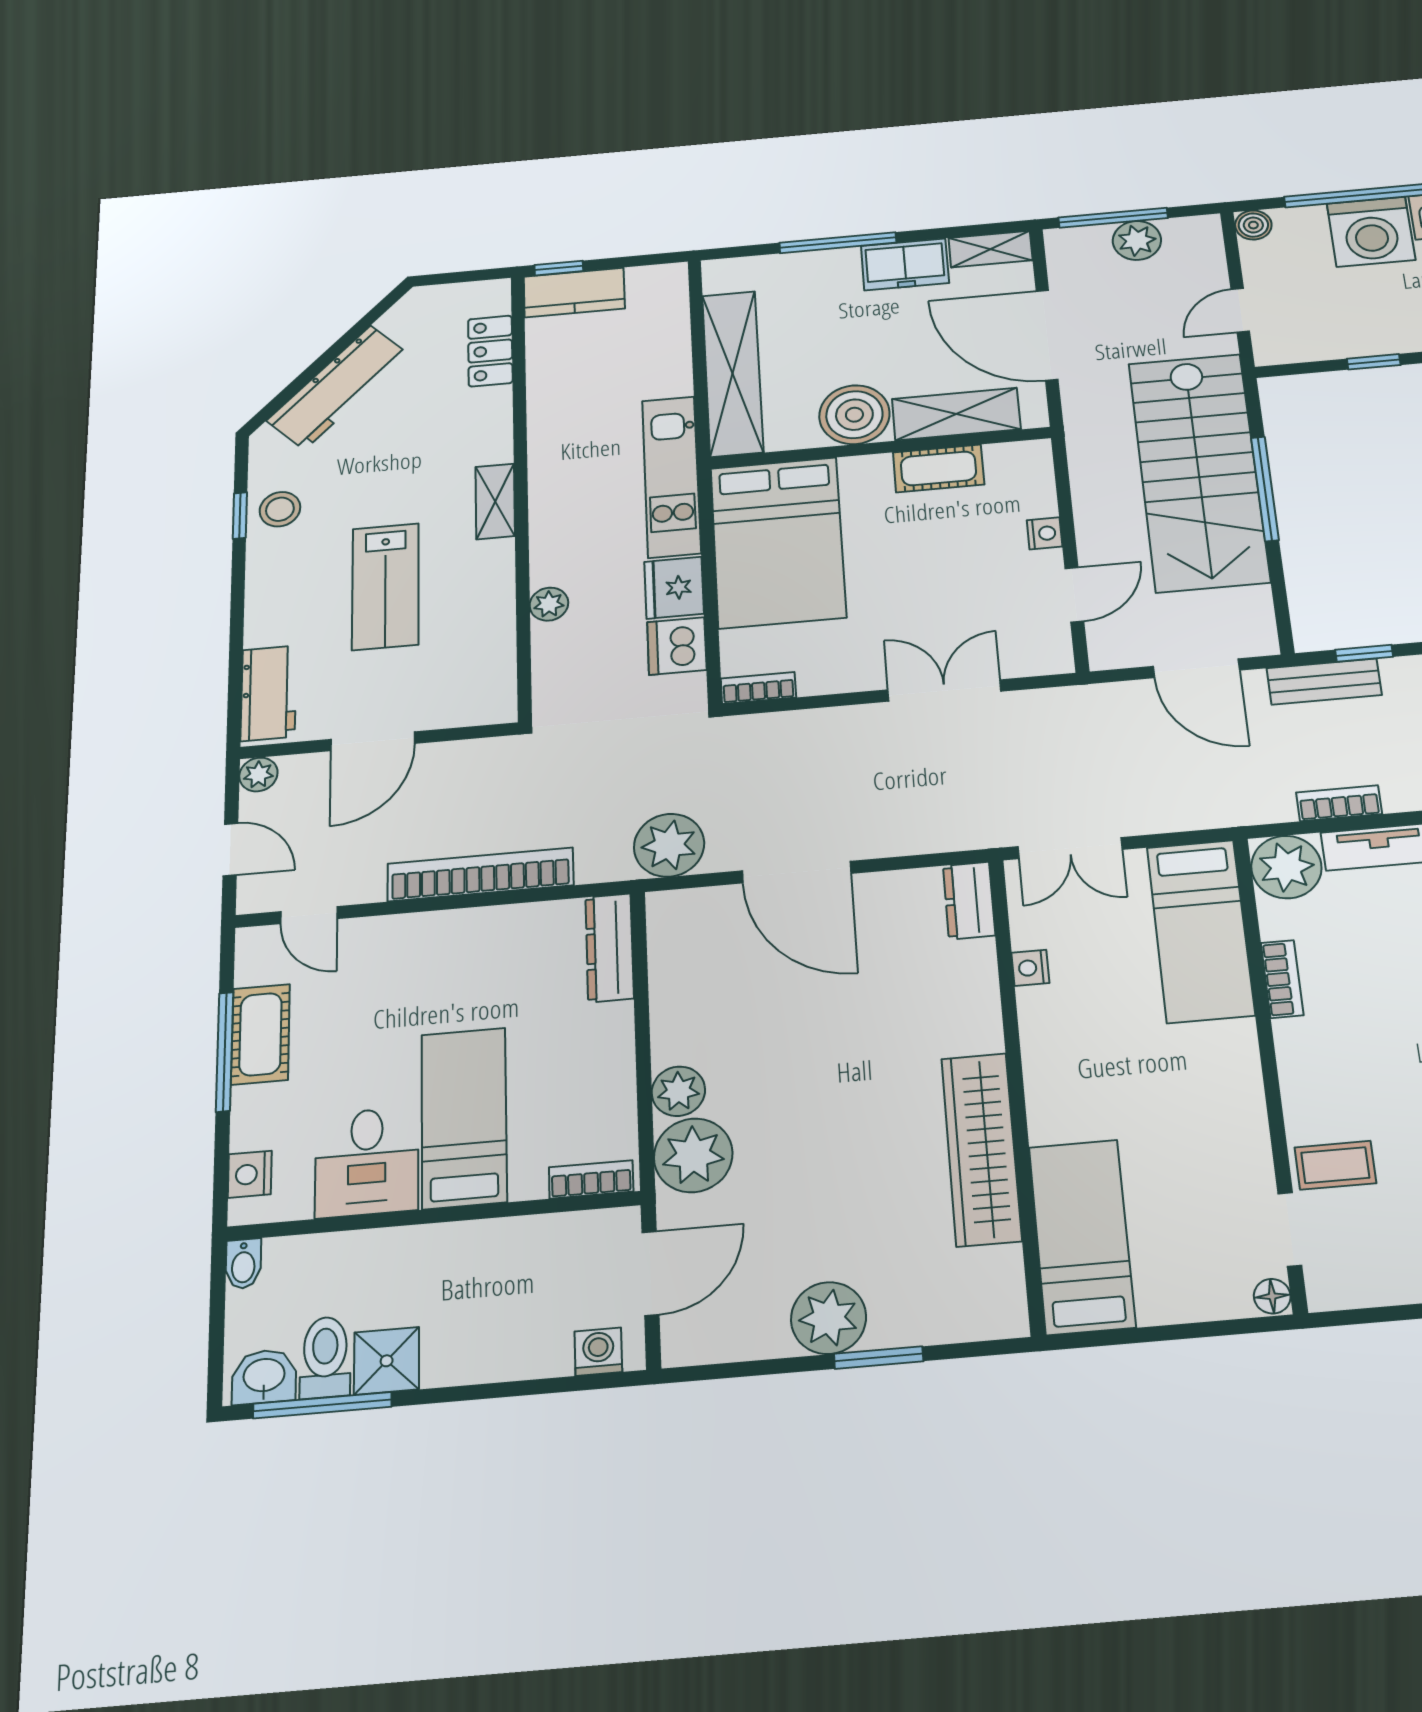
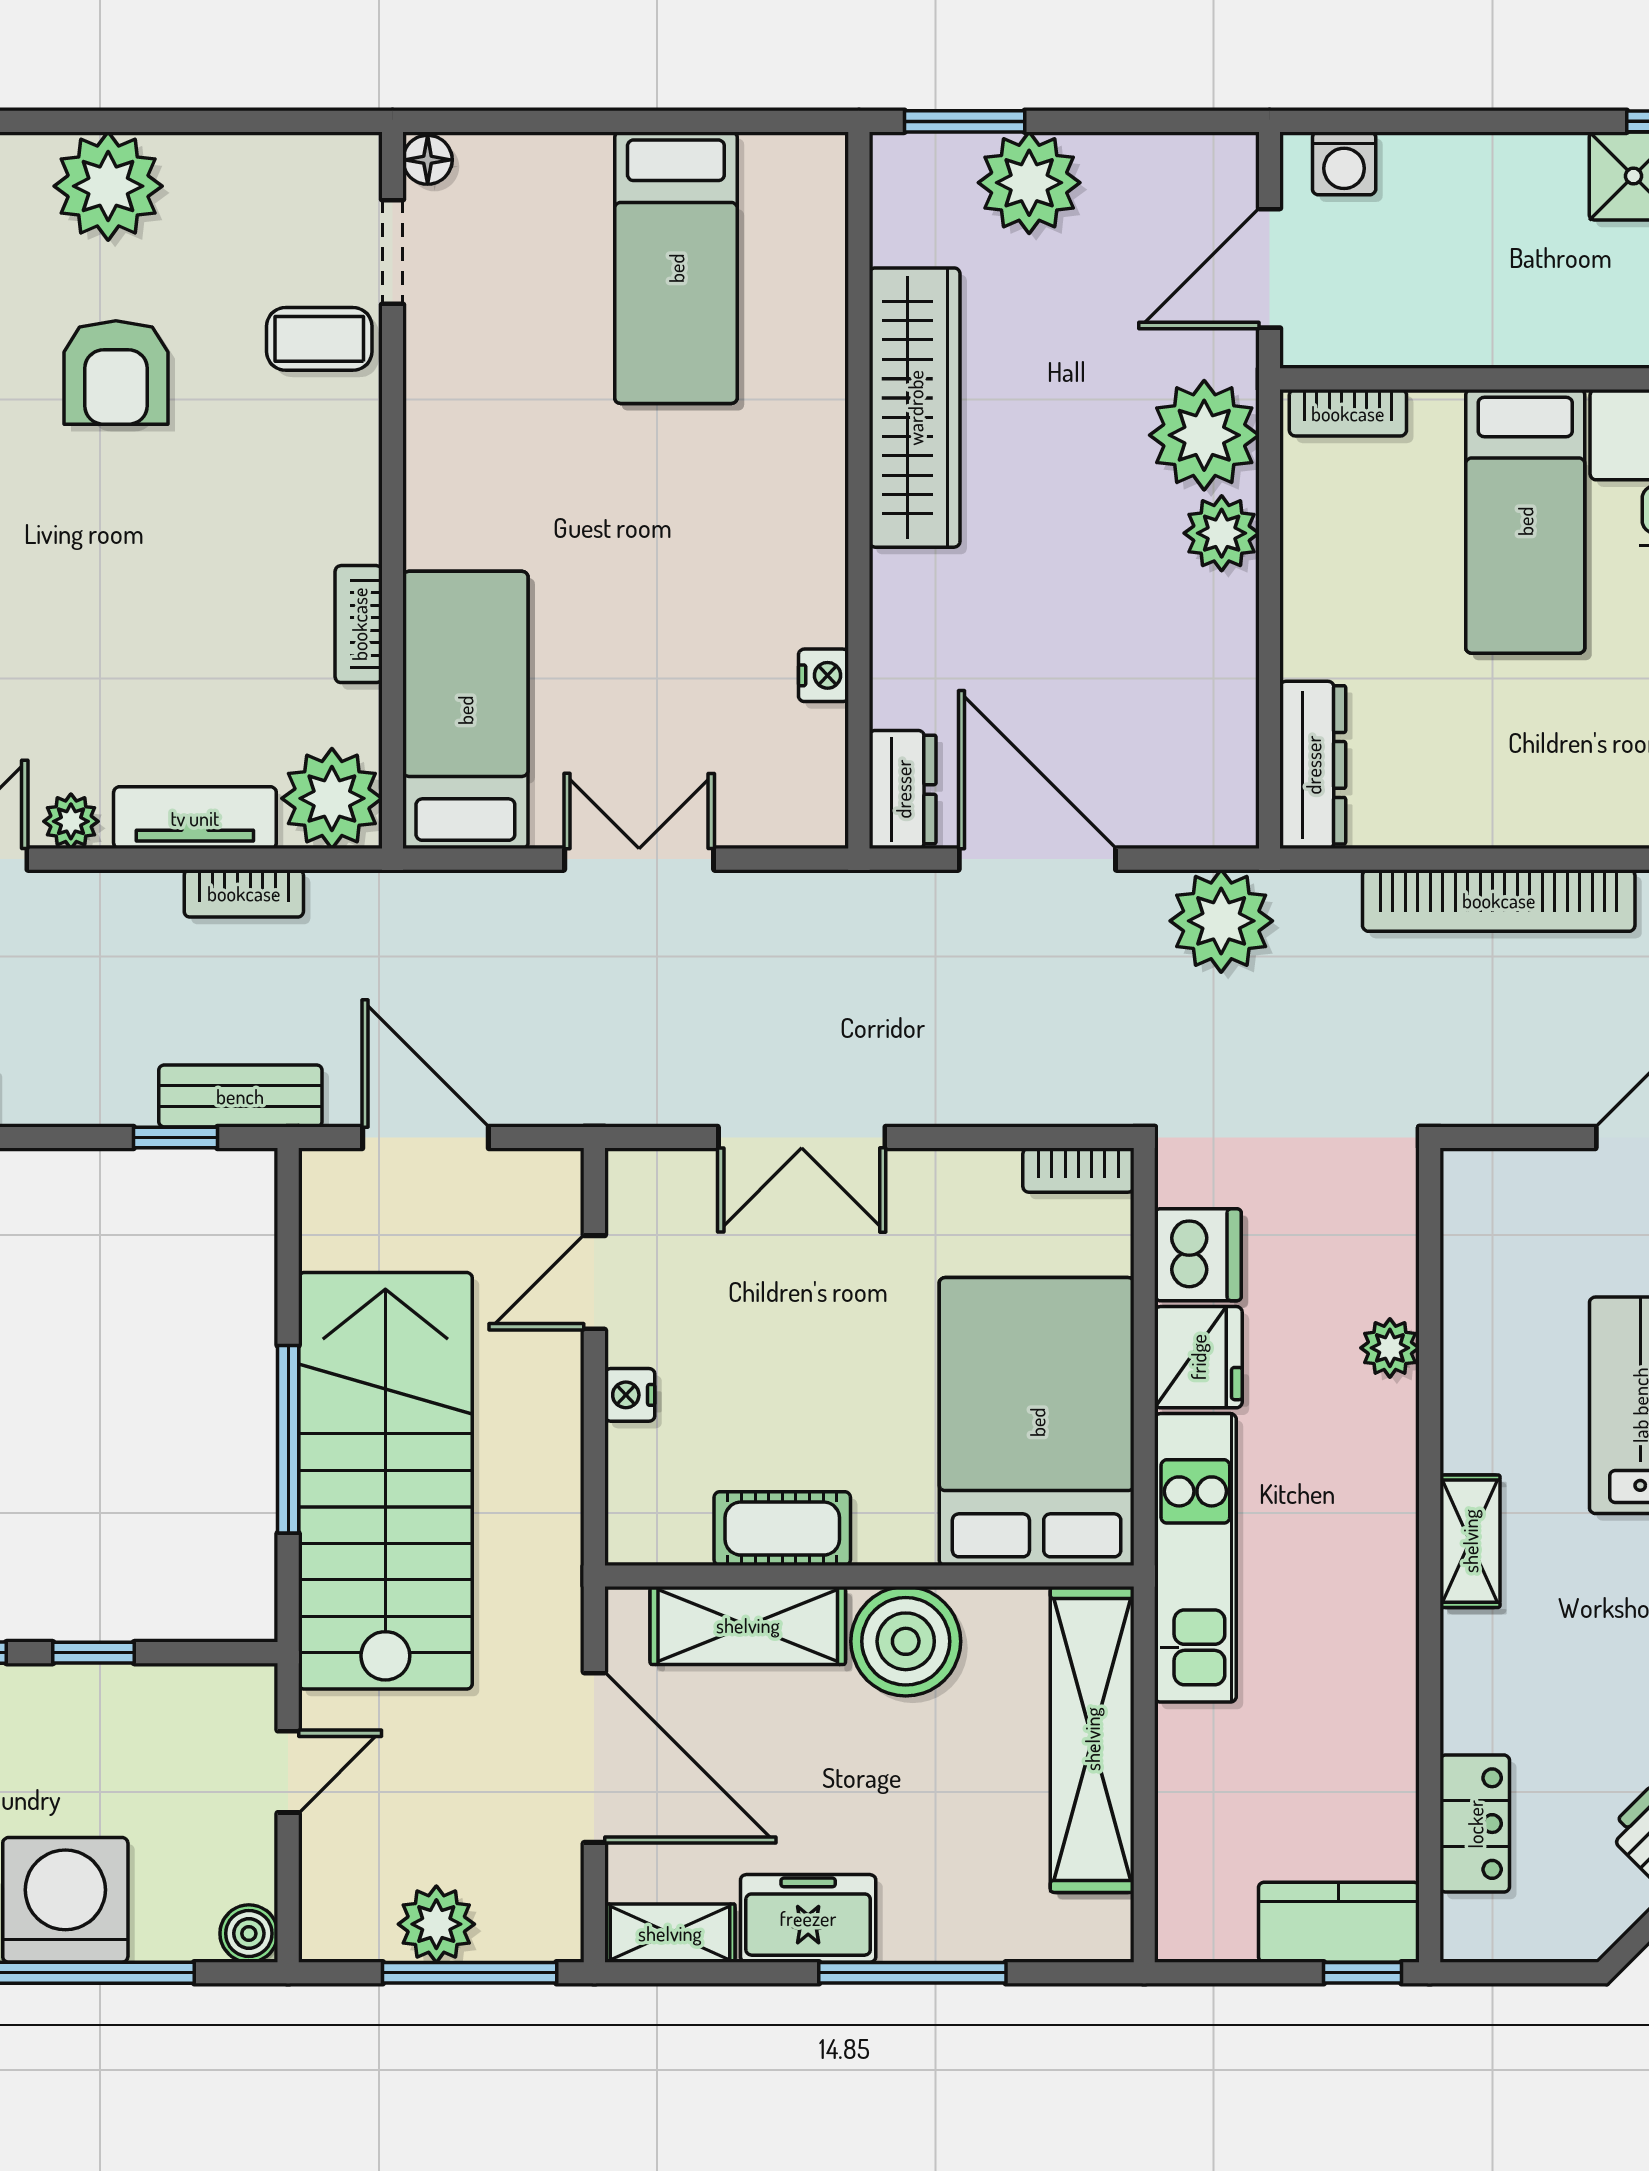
dresser: (969, 901) -> (903, 789), moved
nightstand: (1030, 968) -> (824, 675), moved
wall: (1016, 1090) -> (859, 490), moved
wardrobe: (981, 1149) -> (915, 408), moved

